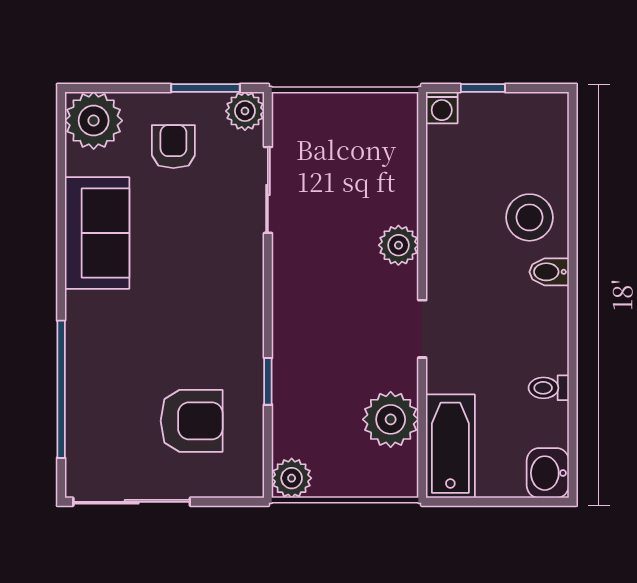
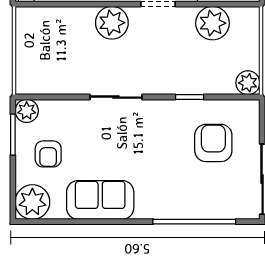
armchair: (173, 147) -> (48, 154), turned -90
sliding door: (268, 190) -> (116, 97), moved
plant: (398, 245) -> (112, 23), width x1.36, depth x1.36

